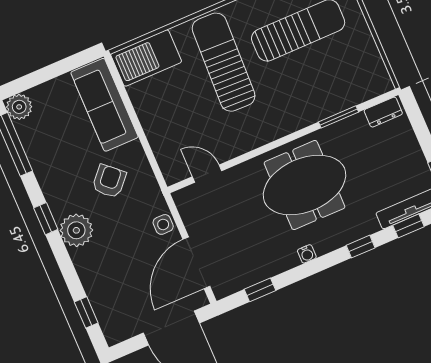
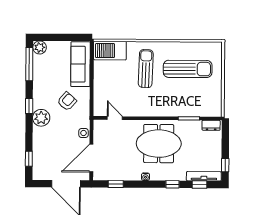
sun lounger: (224, 62) -> (146, 69), width x0.73, depth x0.75

